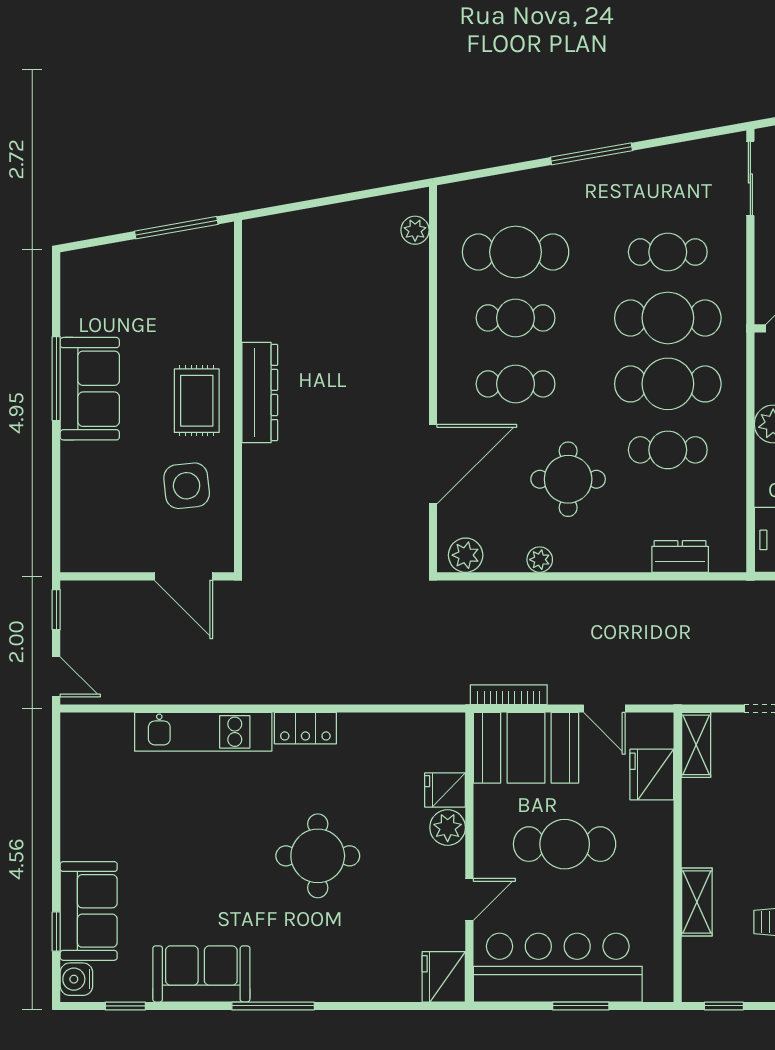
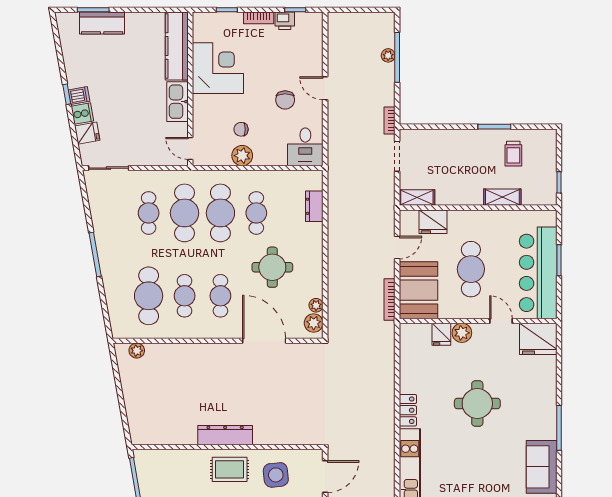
plant: (540, 560) -> (316, 305), moved
fridge: (444, 977) -> (538, 339), width x1.36, depth x1.34

